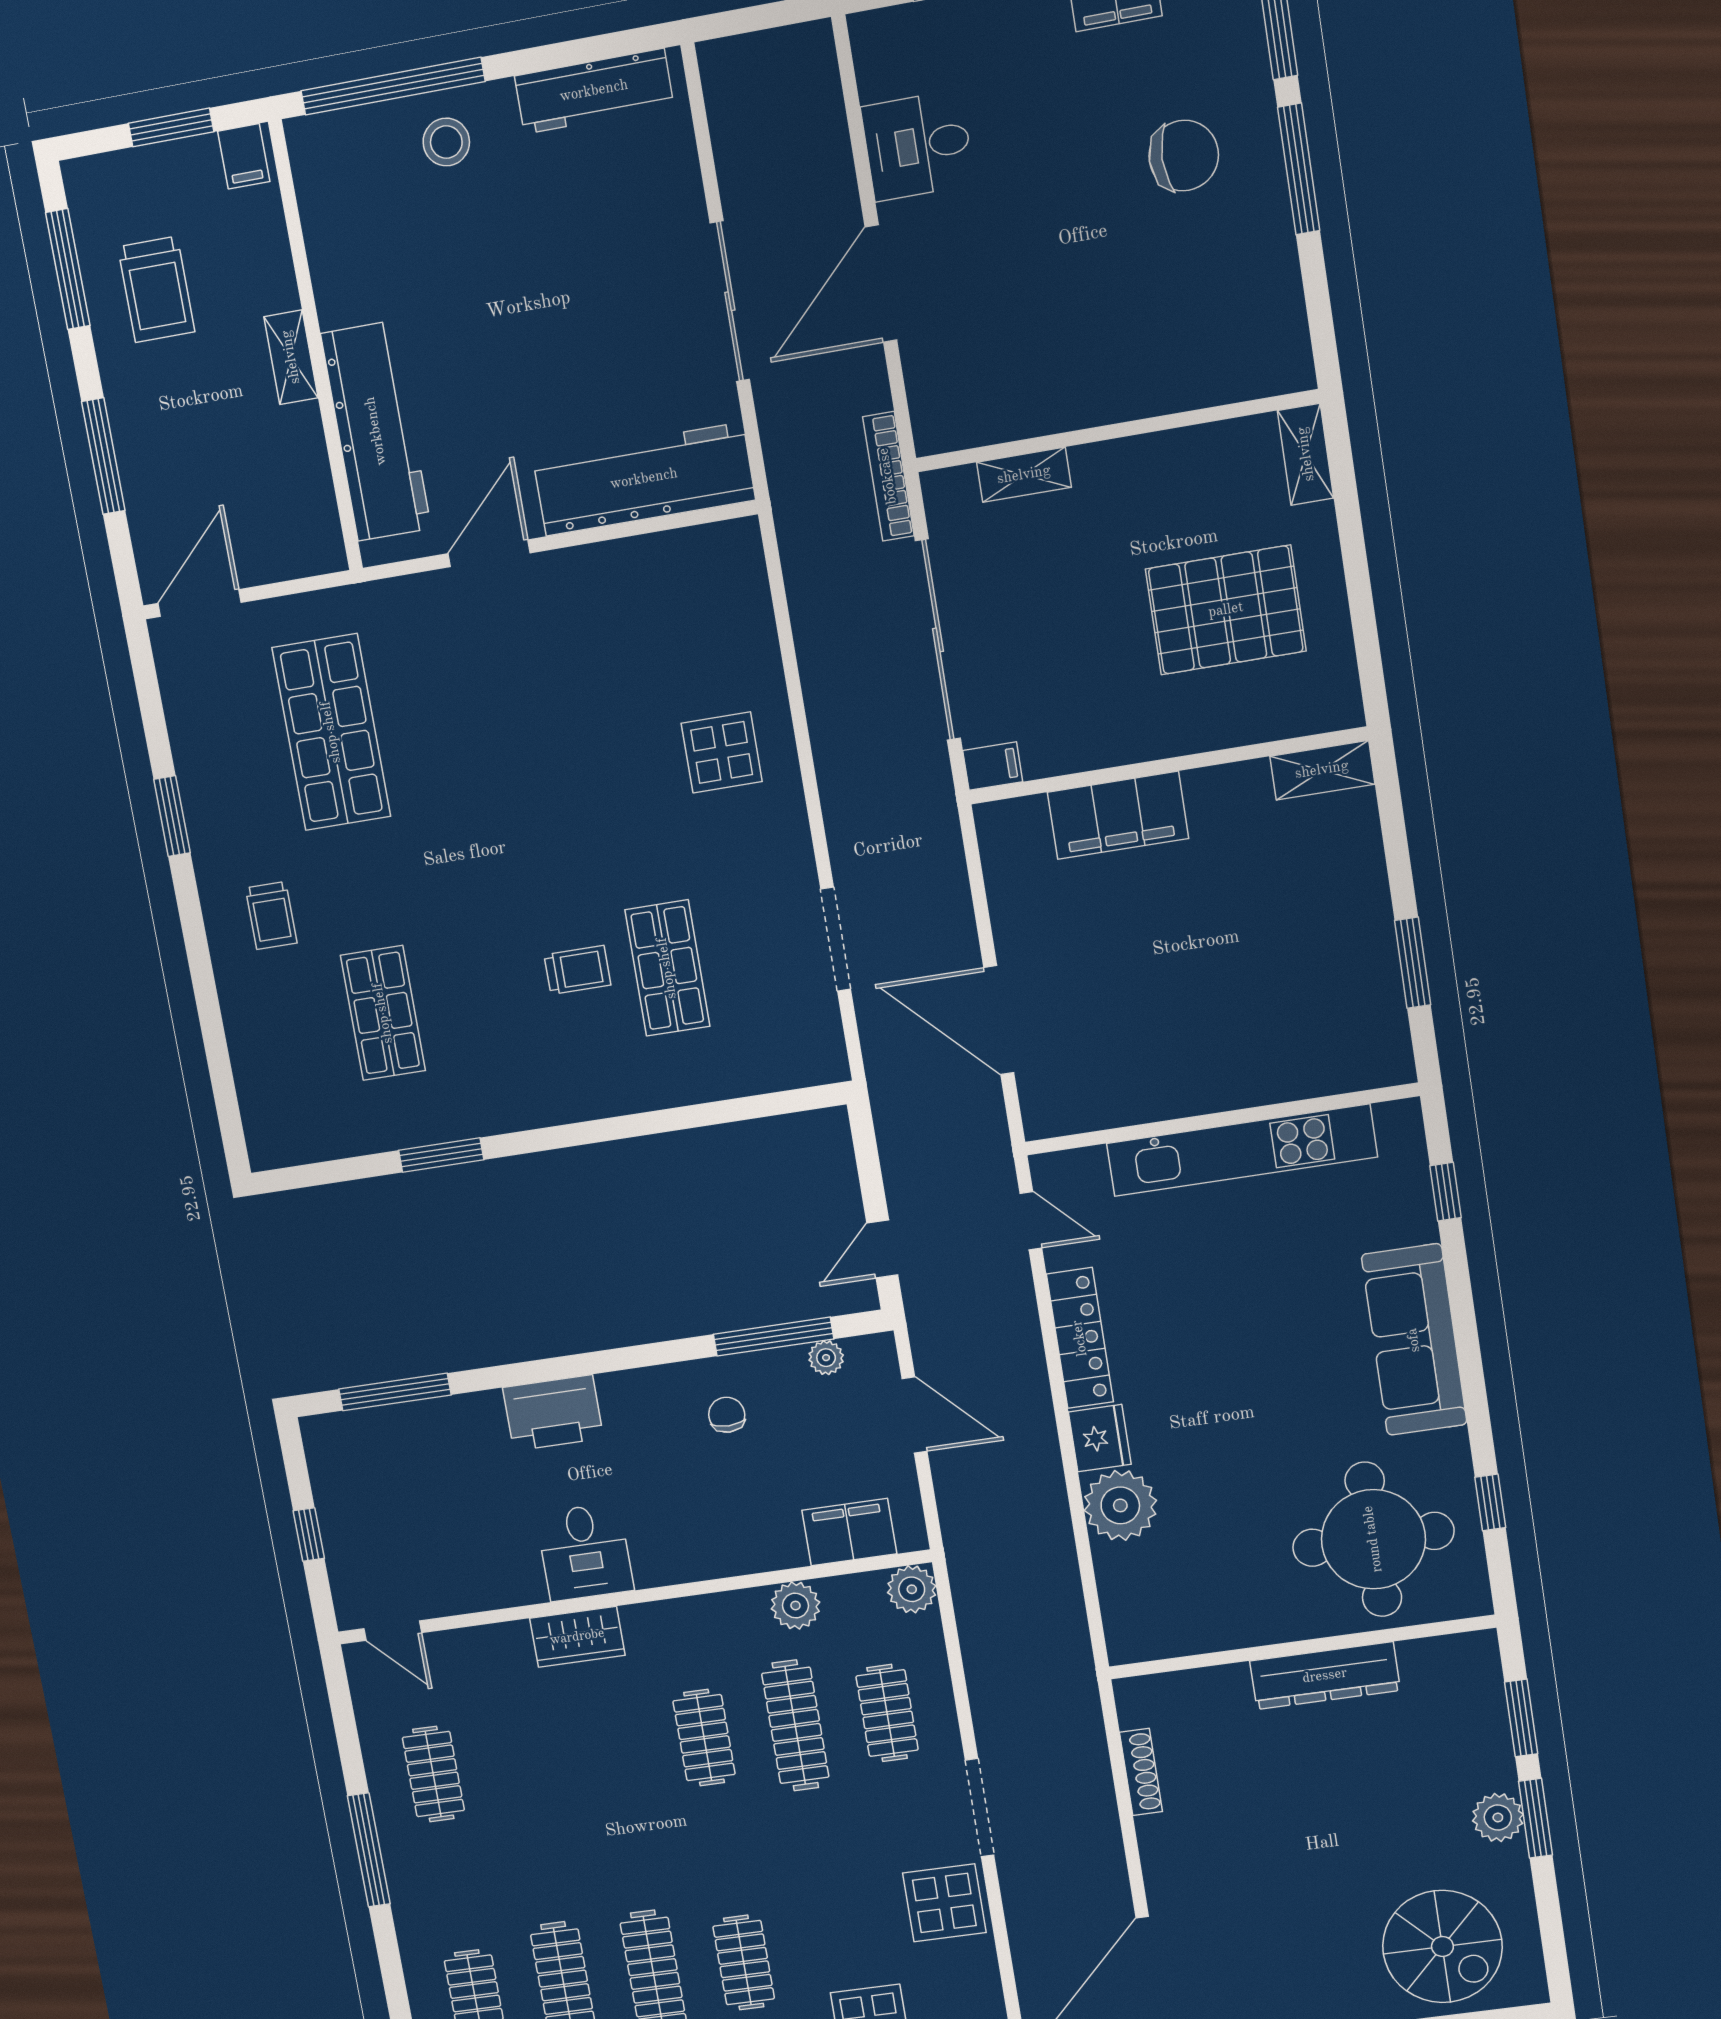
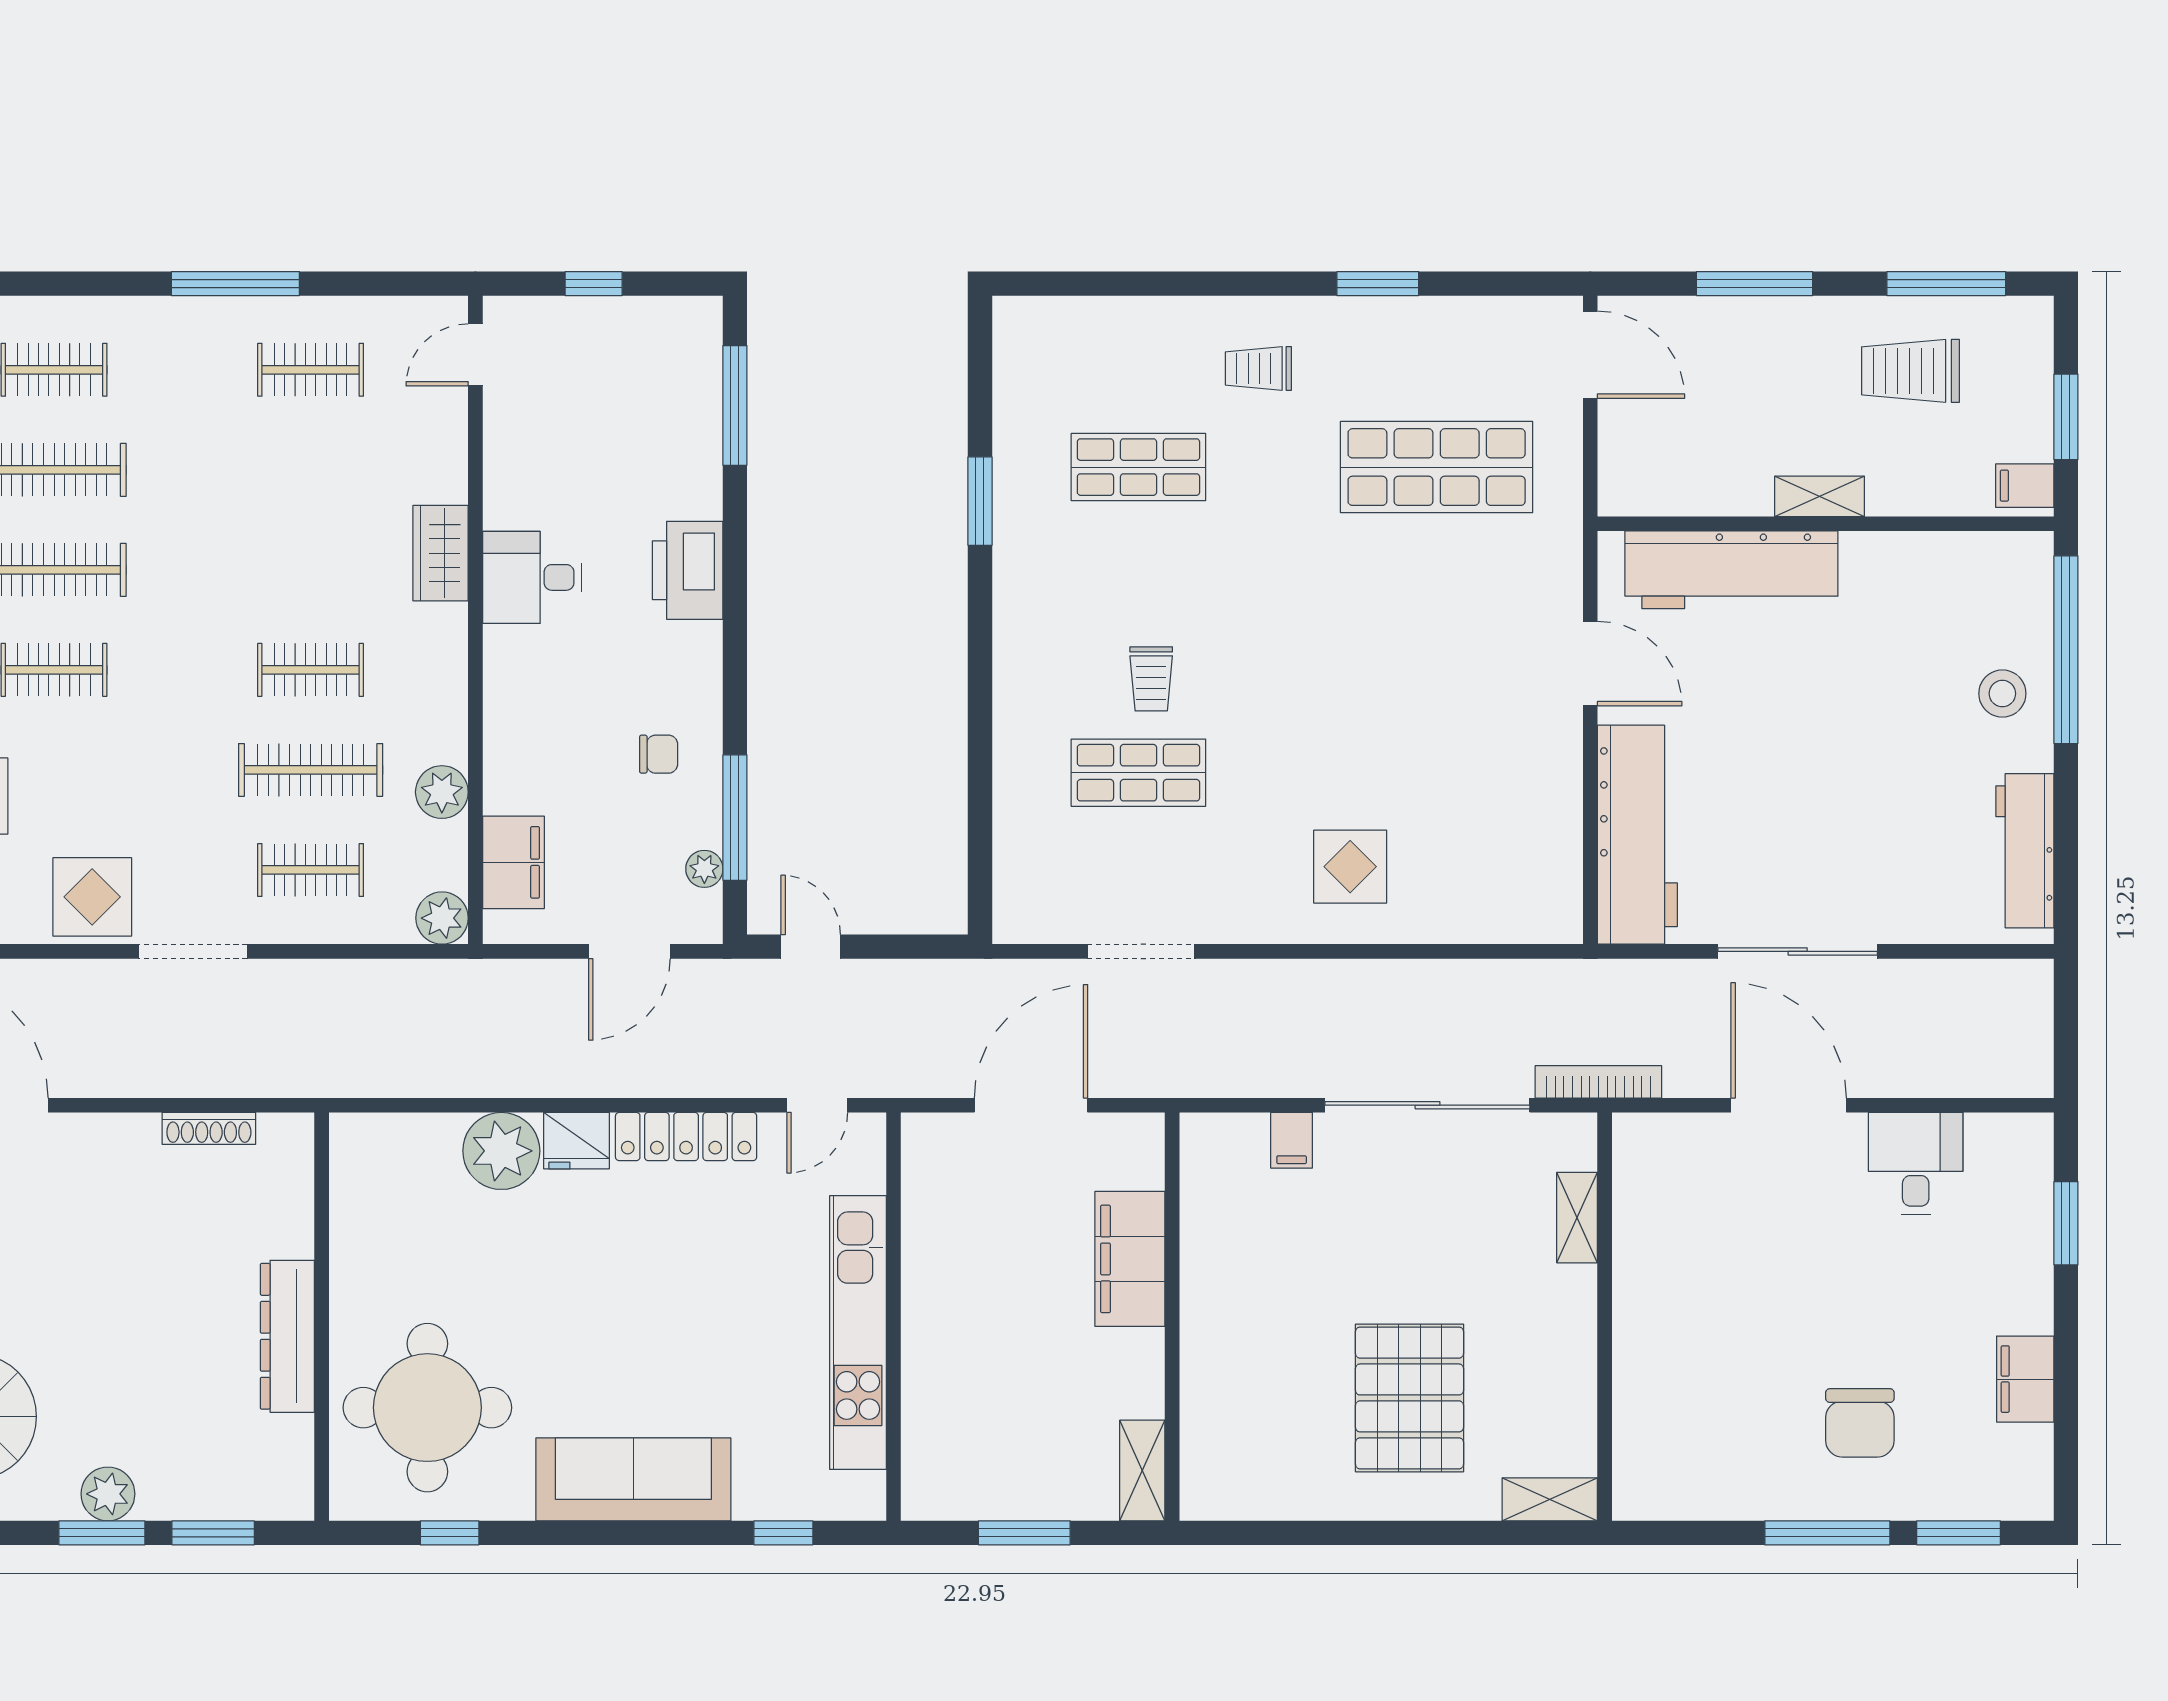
wall: (1168, 765) -> (1172, 1317), moved
shelving: (1322, 770) -> (1142, 1471), moved
filing cabinet: (1118, 815) -> (1130, 1259), moved

